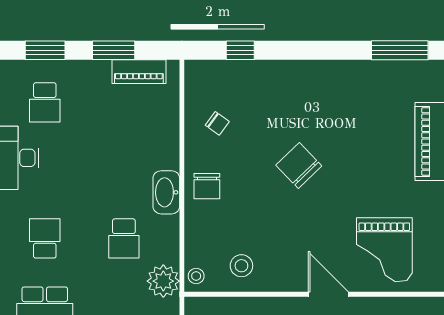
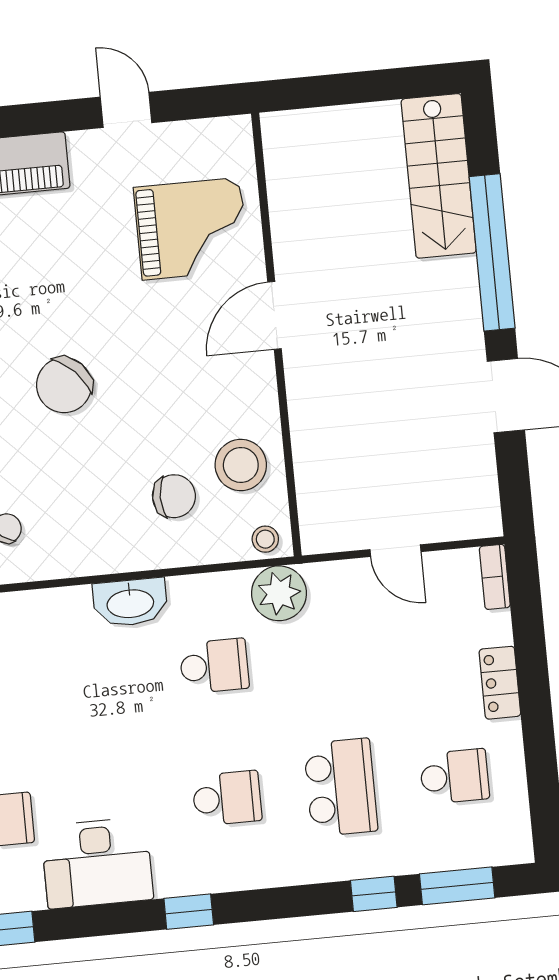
chair: (207, 186) -> (174, 496), moved
school desk: (45, 238) -> (227, 798), turned 180
stool: (241, 266) -> (241, 465), width x1.38, depth x1.38

